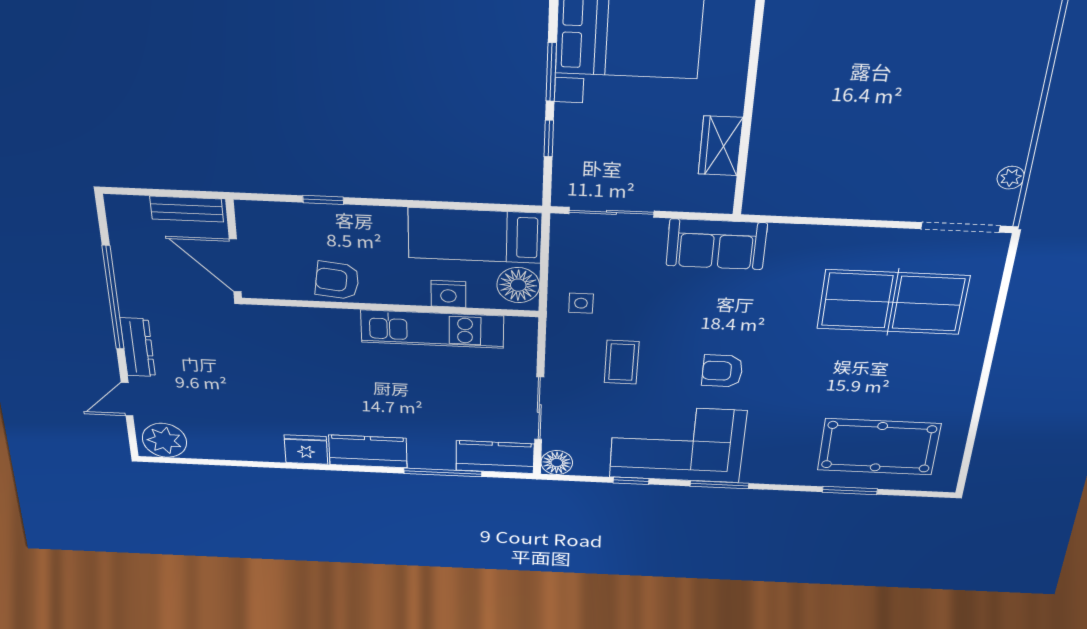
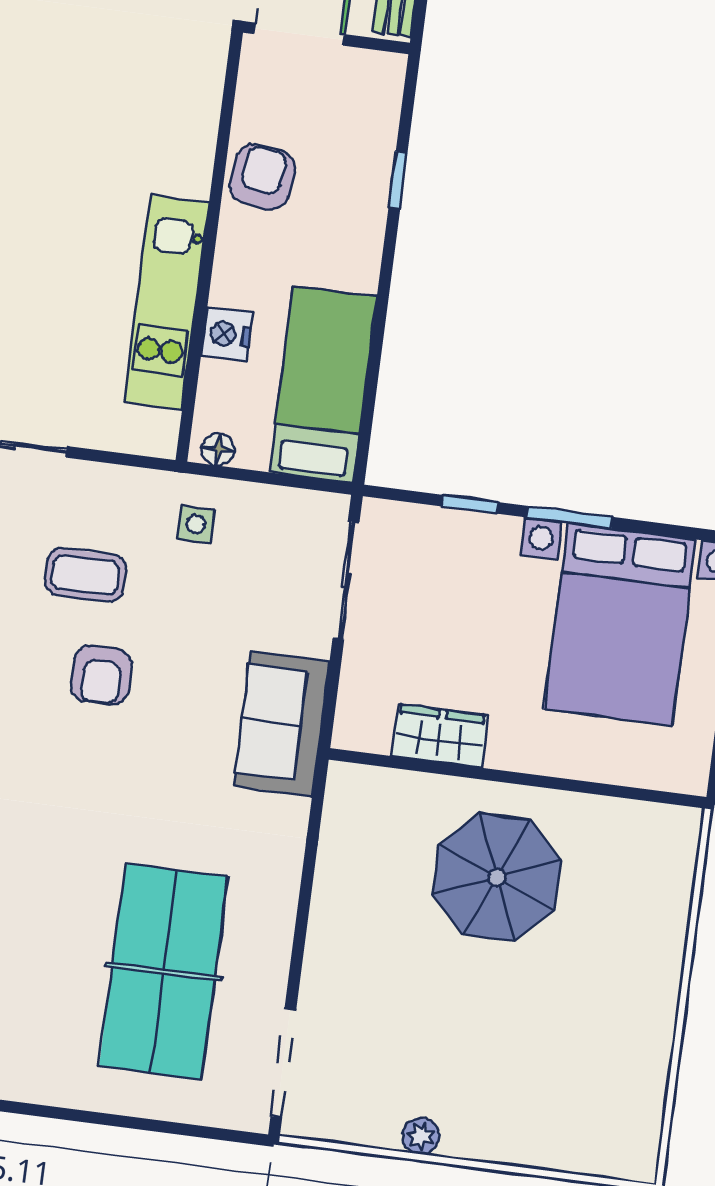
parasol: (825, 101) -> (497, 877), added
plant: (1011, 178) -> (421, 1136), moved
floor lamp: (518, 285) -> (218, 449), width x0.53, depth x0.53
armchair: (722, 371) -> (101, 675), moved, turned 180

